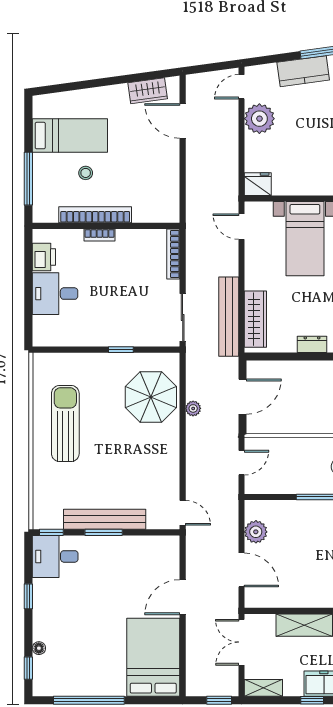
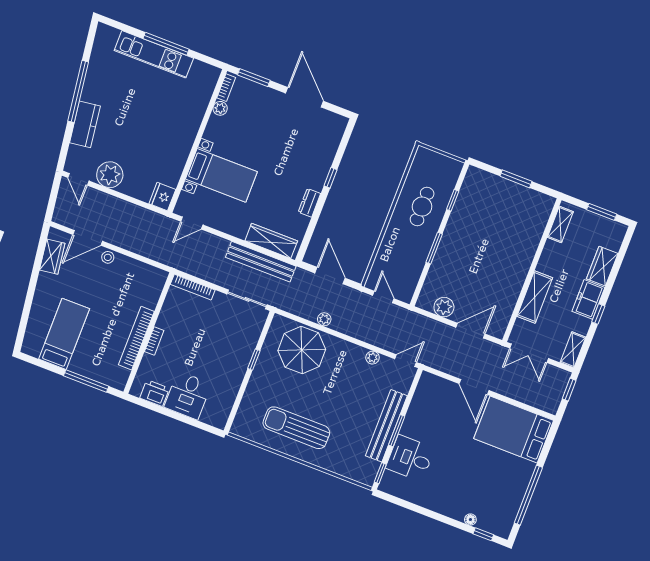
stool: (86, 173) -> (108, 257), moved
plant: (172, 476) -> (373, 358), added
desk: (55, 556) -> (410, 458), moved, turned 90
window: (28, 596) -> (425, 512), removed

